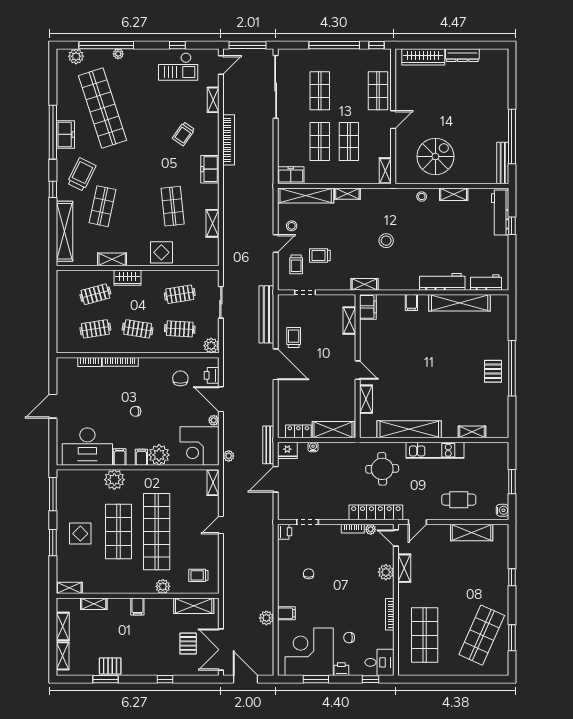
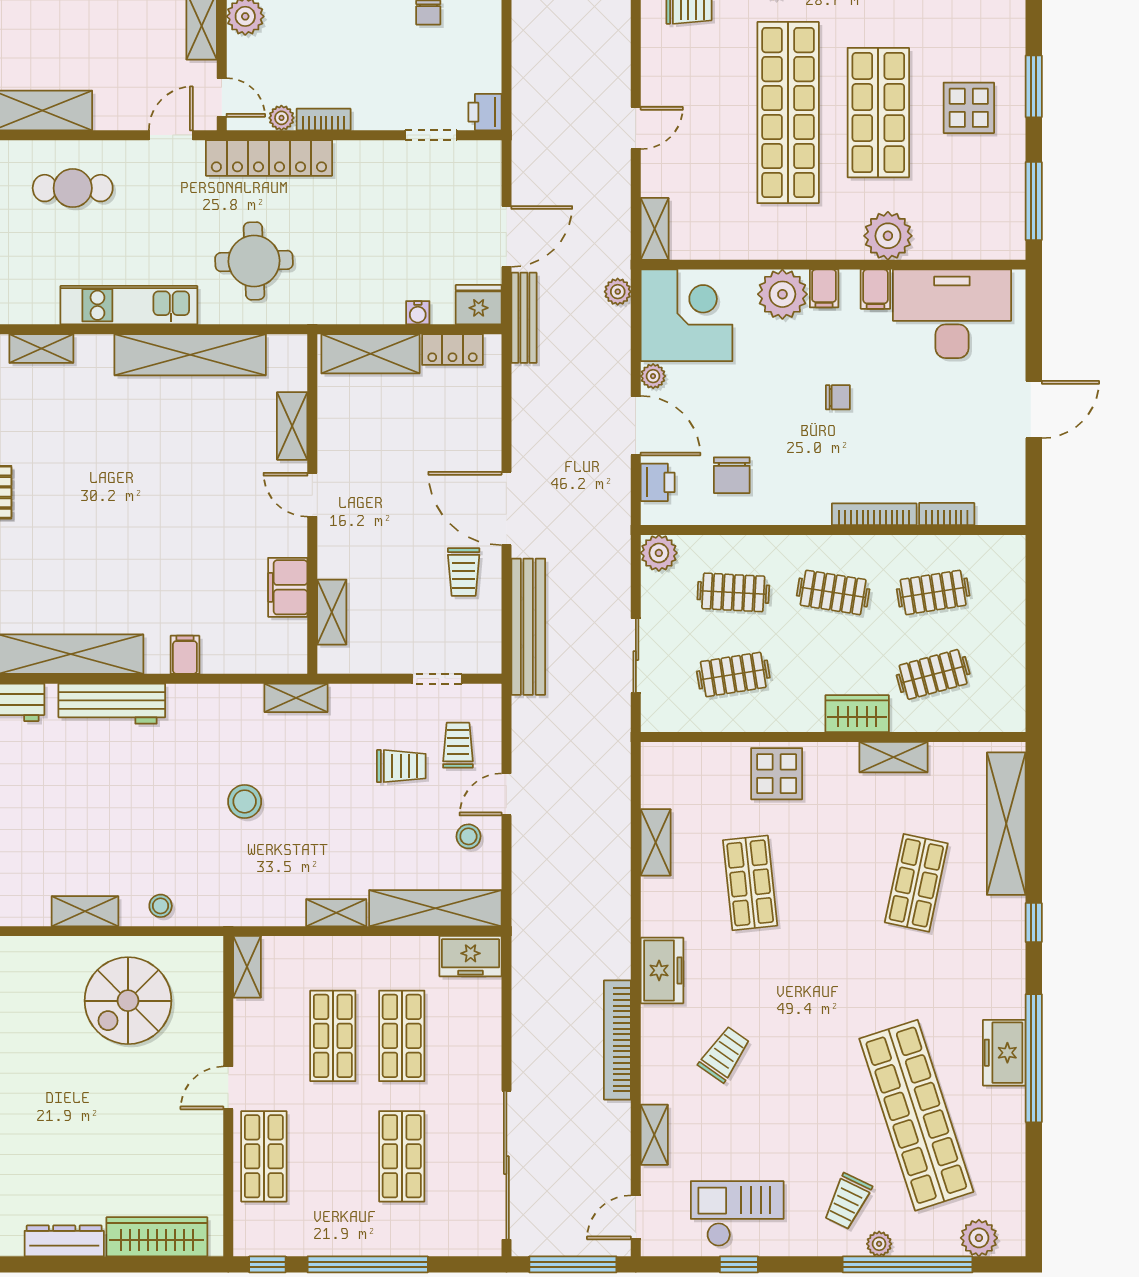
trolley: (82, 174) -> (848, 1201), moved, width x0.73, depth x0.72
filing cabinet: (368, 307) -> (288, 587), moved

